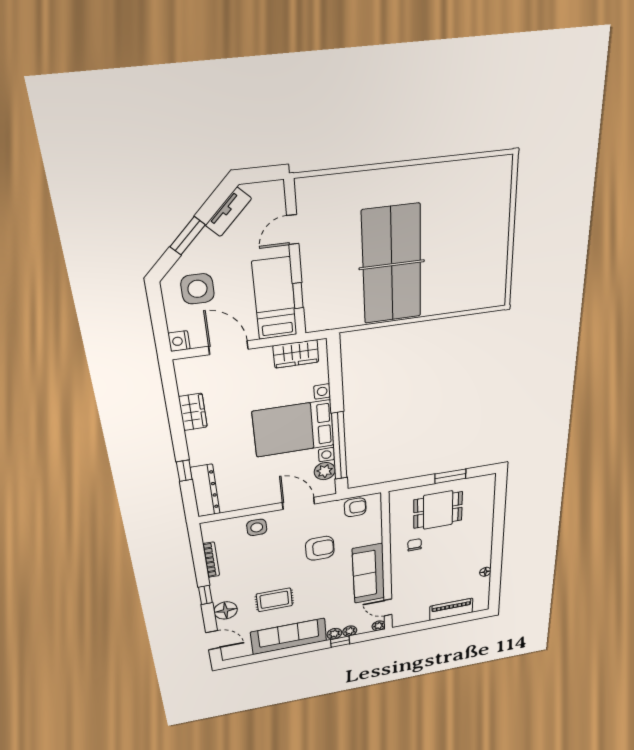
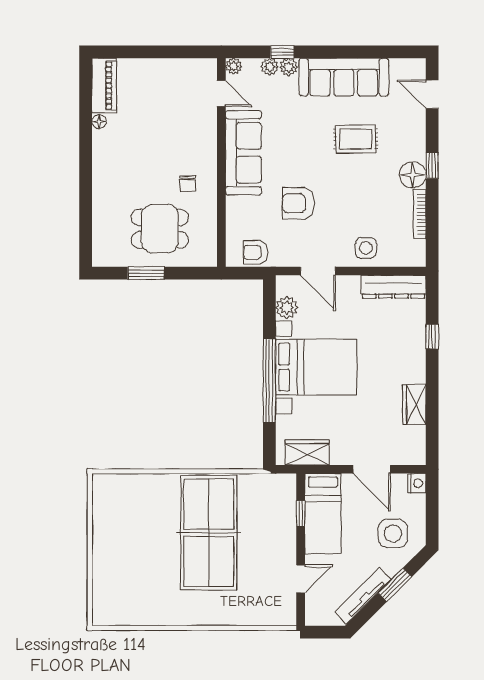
tv unit: (228, 212) -> (363, 596), width x1.41
window: (339, 446) -> (269, 381), moved
dresser: (205, 491) -> (393, 287), moved, turned -90
piano: (451, 609) -> (104, 86), moved, turned -90
floor lamp: (226, 610) -> (413, 175), moved

